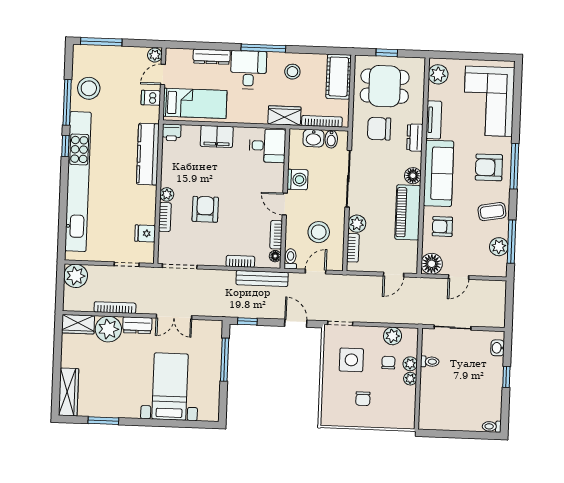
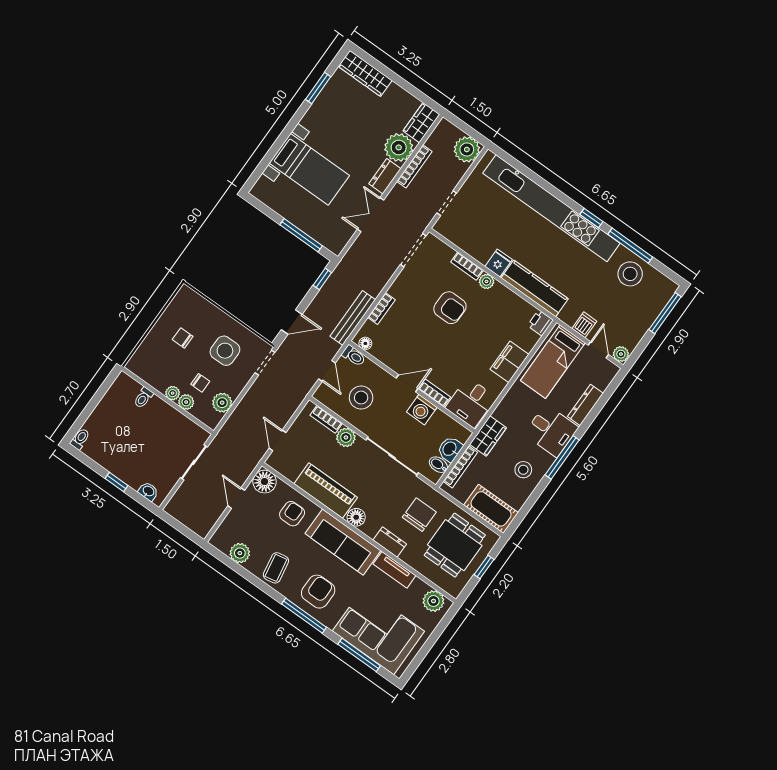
fridge: (145, 233) -> (499, 263), moved
bookcase: (276, 235) -> (434, 393), moved
window: (512, 242) -> (359, 655), moved
toilet: (430, 362) -> (143, 398), moved

